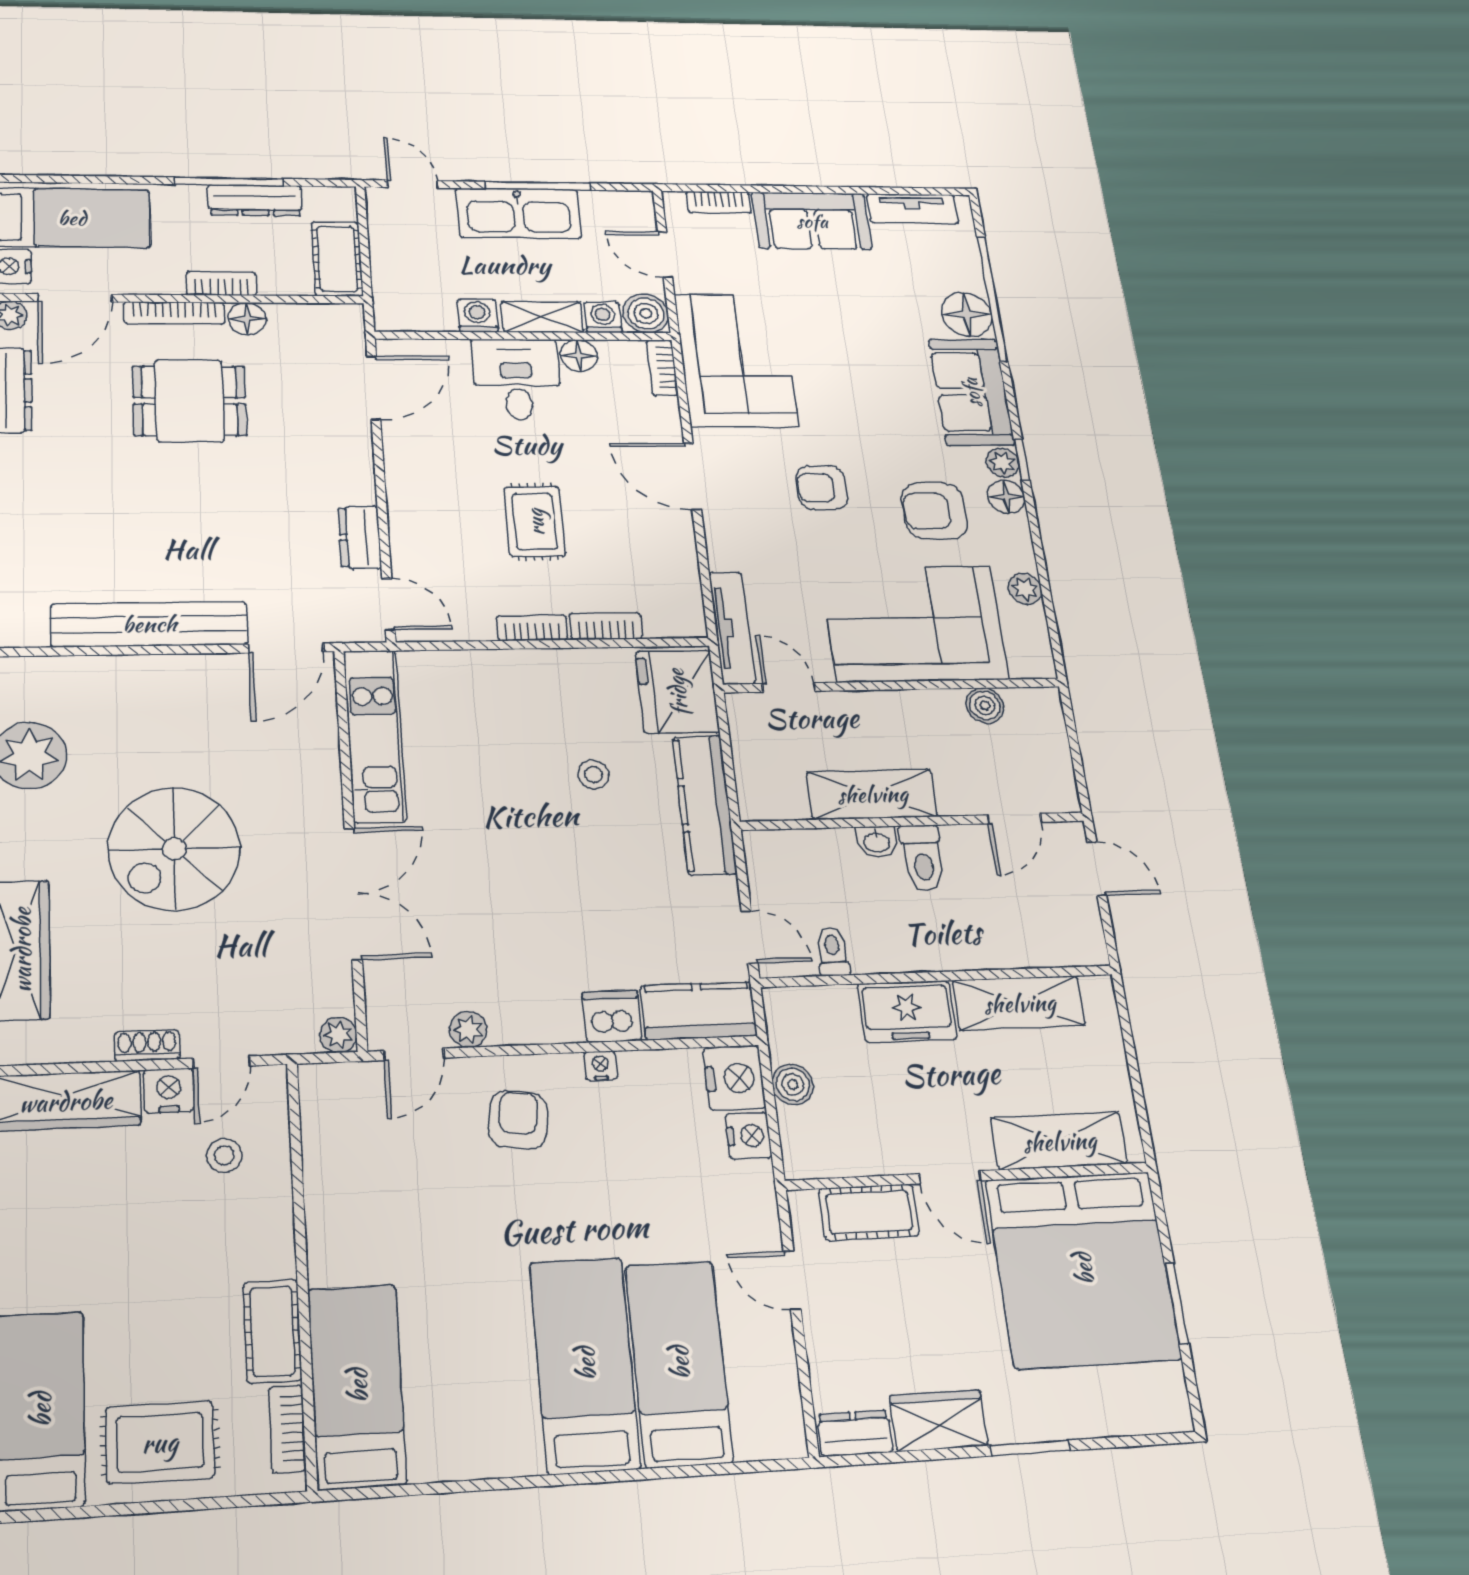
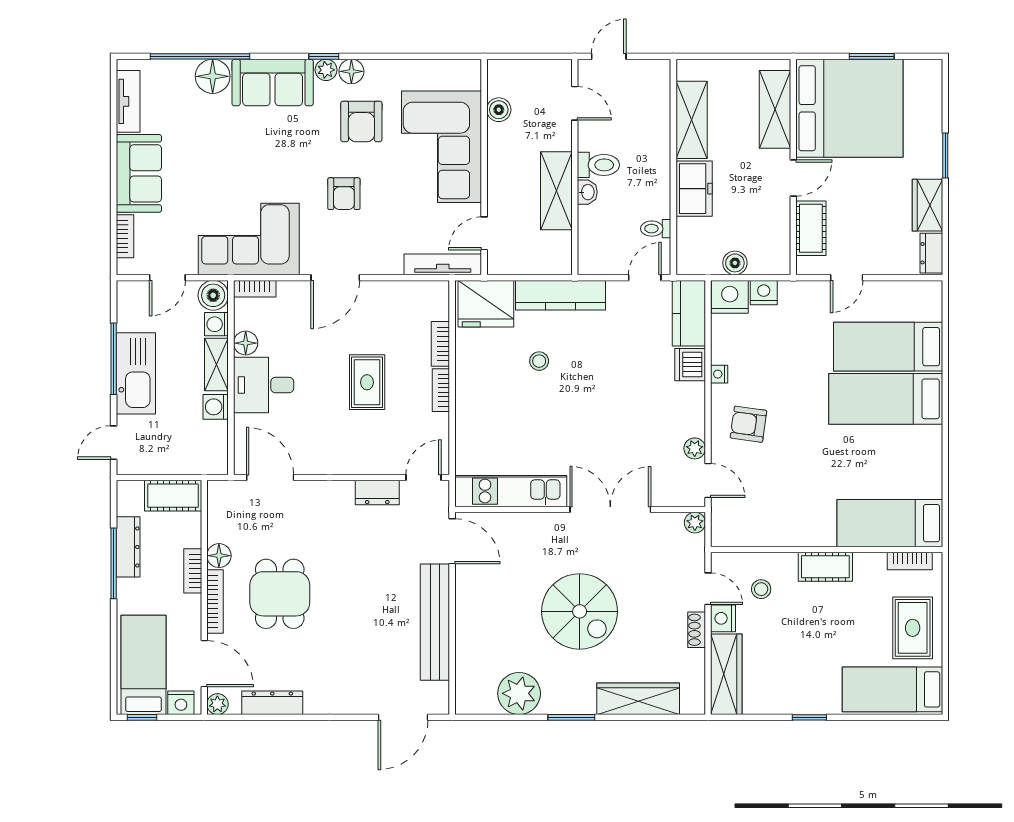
rug: (535, 522) -> (367, 382), turned 90
plant: (1025, 589) -> (418, 70), removed
cot: (272, 1331) -> (825, 567), moved

